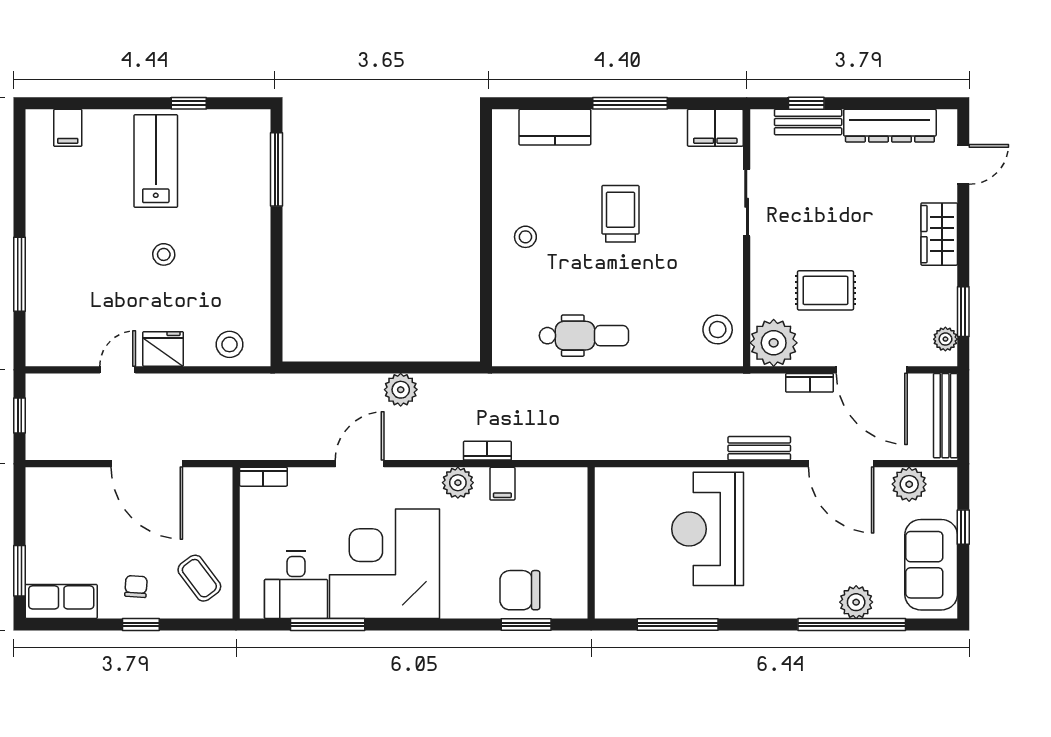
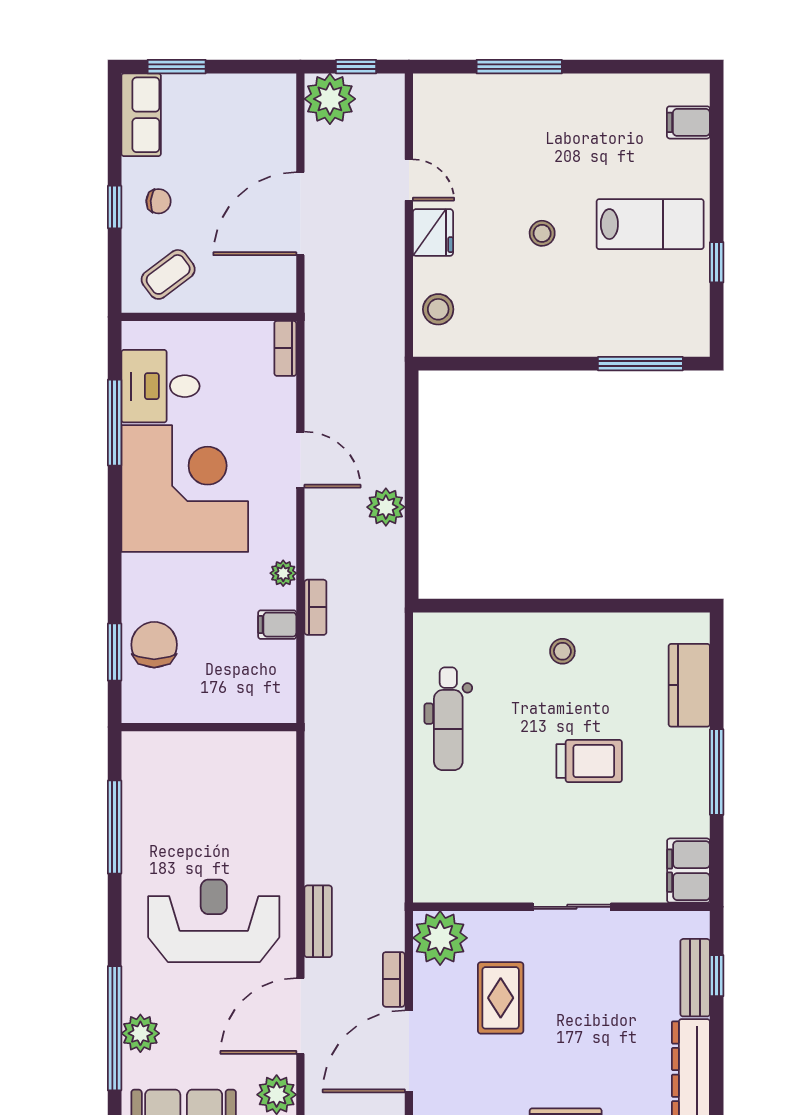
sliding door: (747, 203) -> (572, 907), moved
stool: (718, 329) -> (455, 873), removed
plant: (47, 438) -> (330, 99), added
plant: (458, 483) -> (283, 573), width x0.73, depth x0.73
reception desk: (708, 529) -> (214, 921), moved

